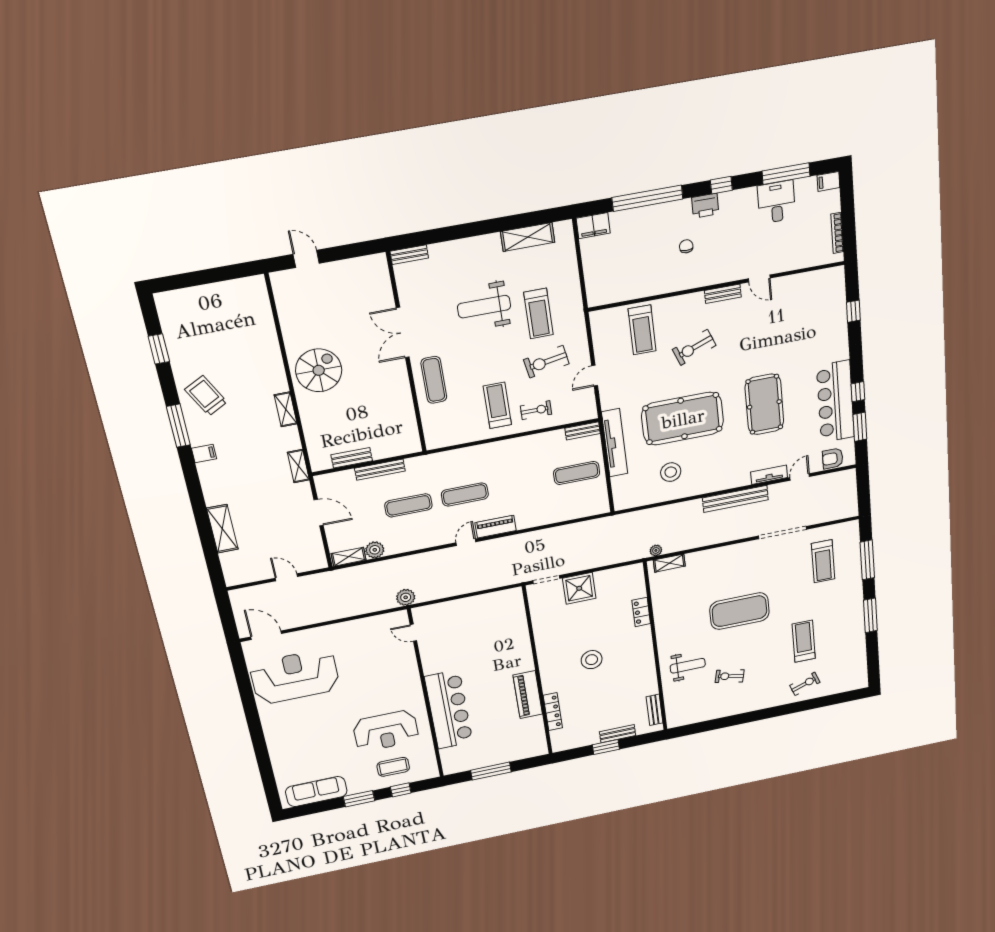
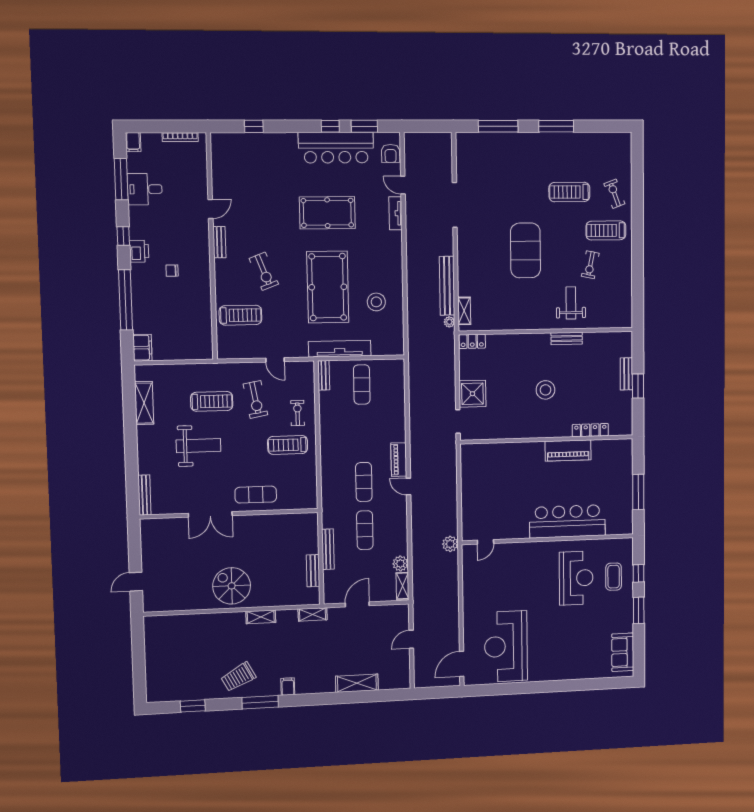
bench: (409, 255) -> (144, 495), width x1.36
weight bench: (484, 307) -> (198, 446), turned -90
bench: (735, 499) -> (447, 286), moved
treadmill: (823, 561) -> (606, 230), moved, turned 180
locker: (641, 612) -> (472, 341), moved
bench: (655, 710) -> (567, 338), moved
sofa: (316, 792) -> (623, 652), width x0.73

